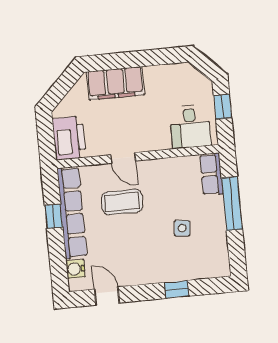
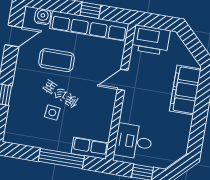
coffee table: (122, 202) -> (57, 60), moved, turned 90

